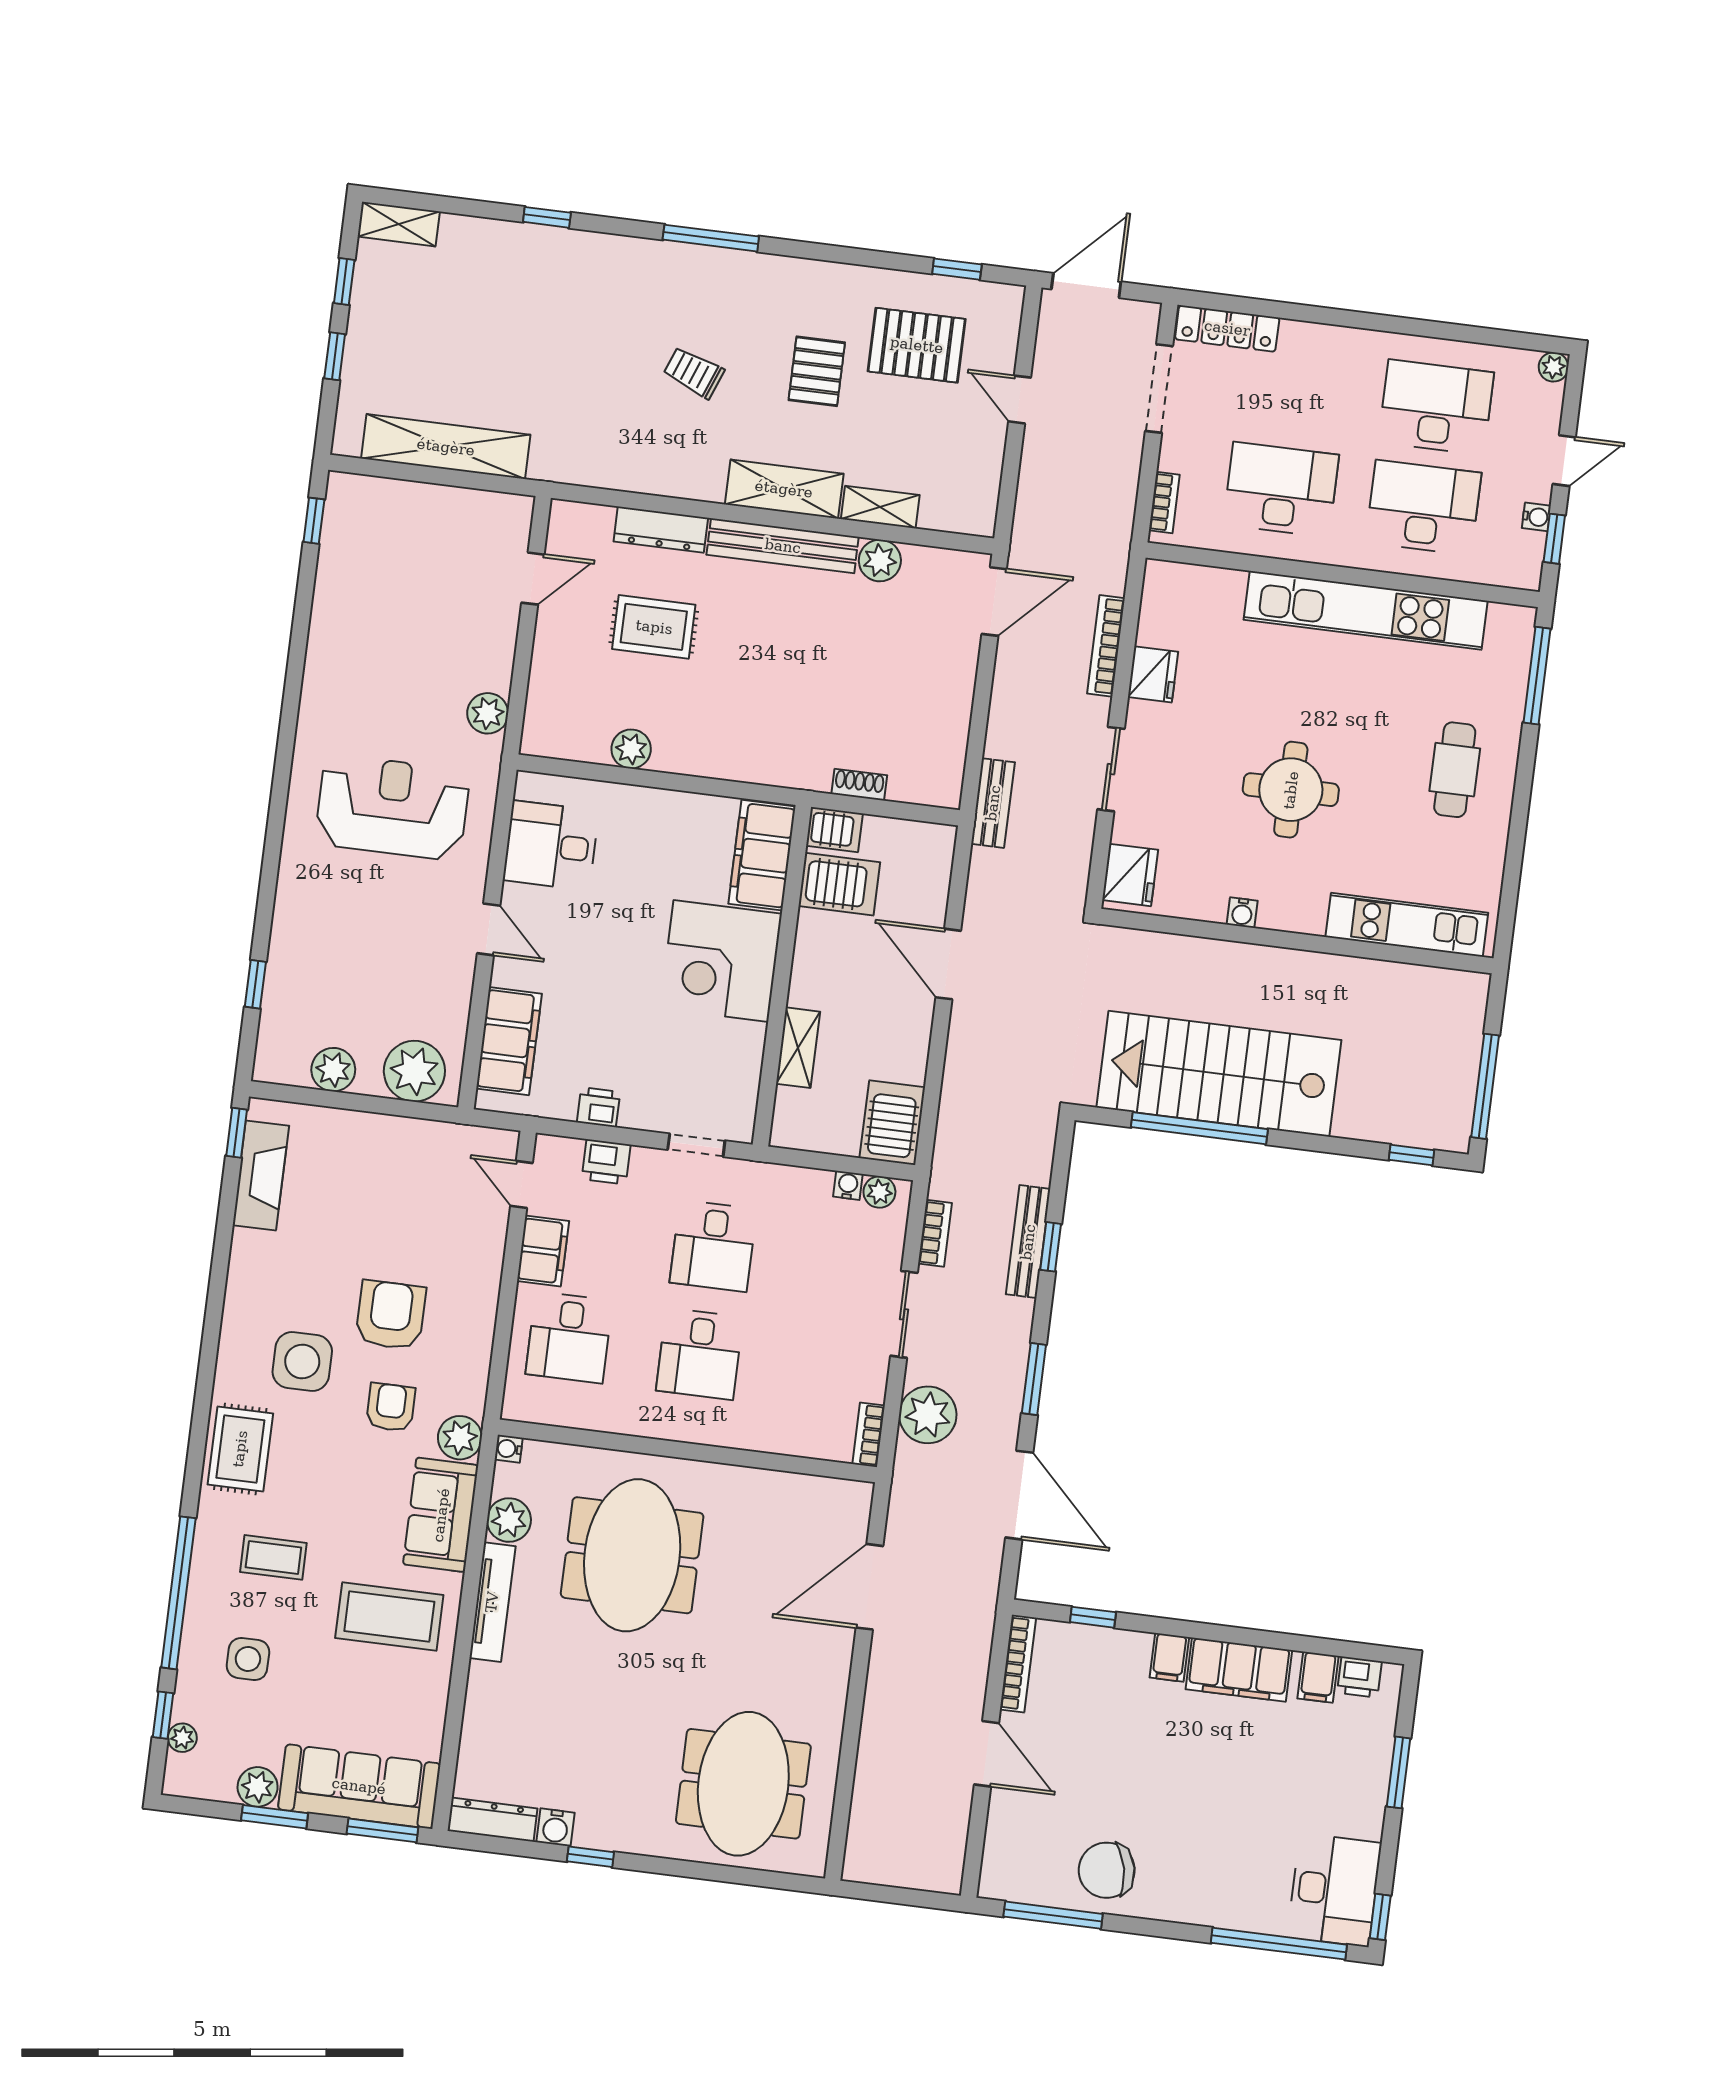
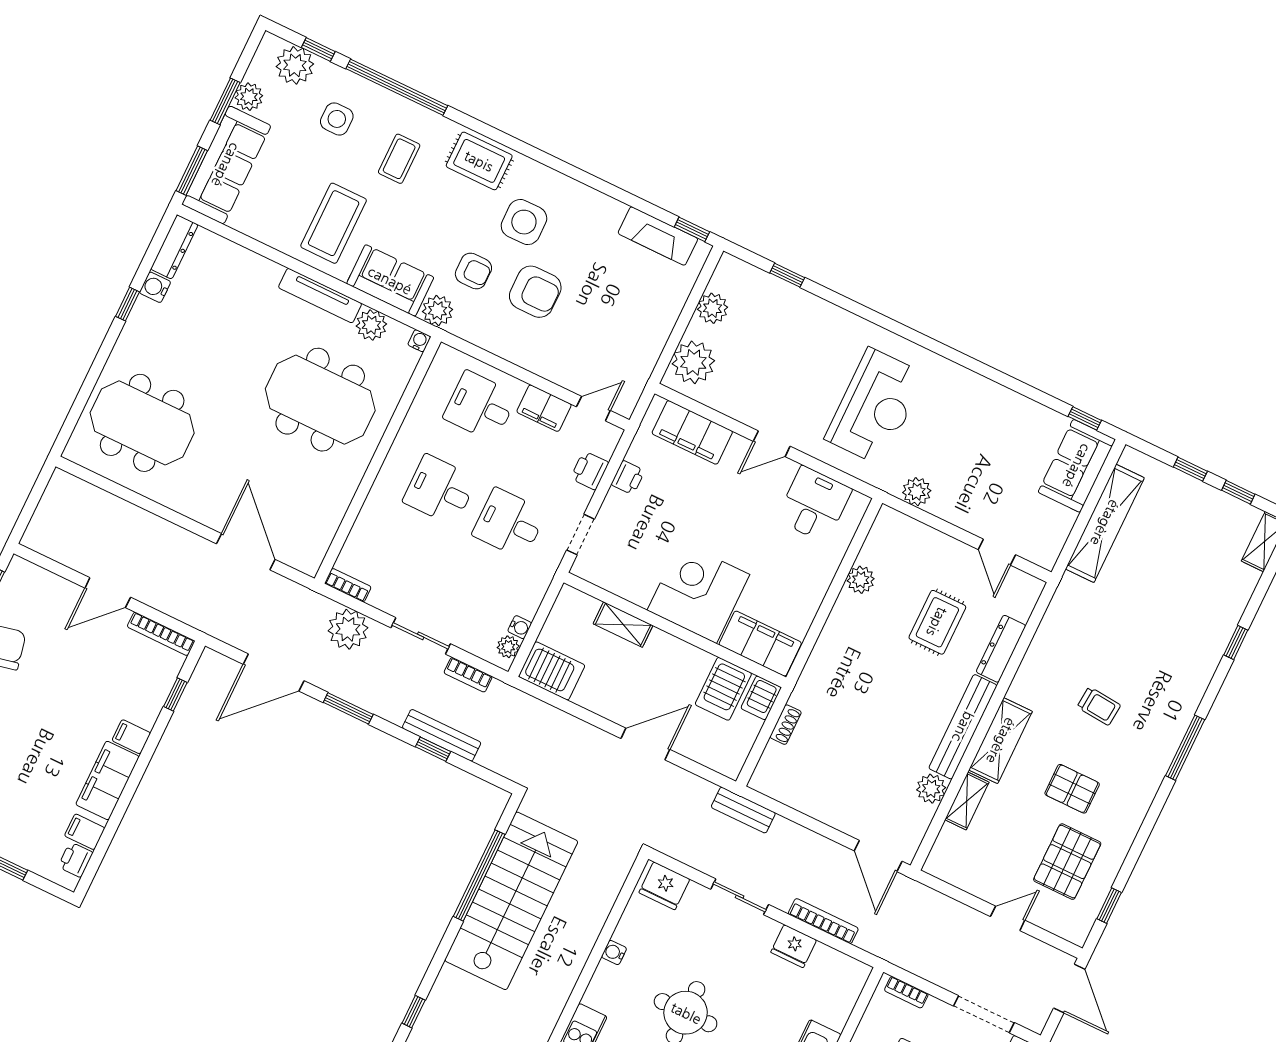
trolley: (694, 373) -> (1099, 706), turned 74
sofa: (381, 510) -> (1077, 466), added
plant: (182, 1738) -> (295, 65), width x1.87, depth x1.87

